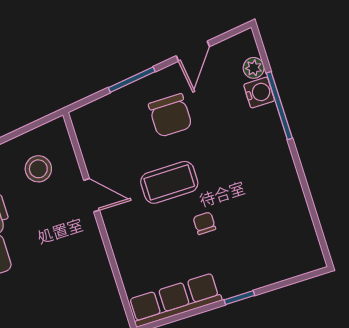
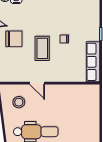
door: (92, 195) -> (37, 83), swing flipped

